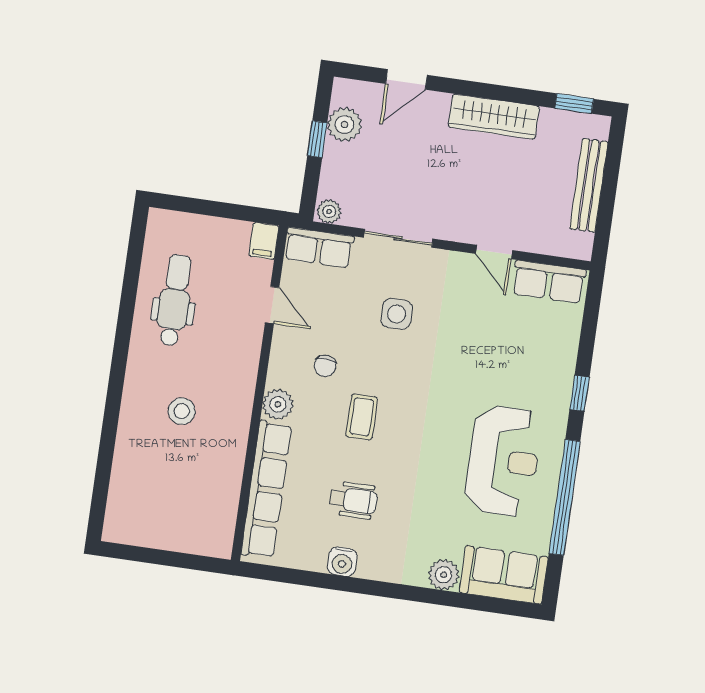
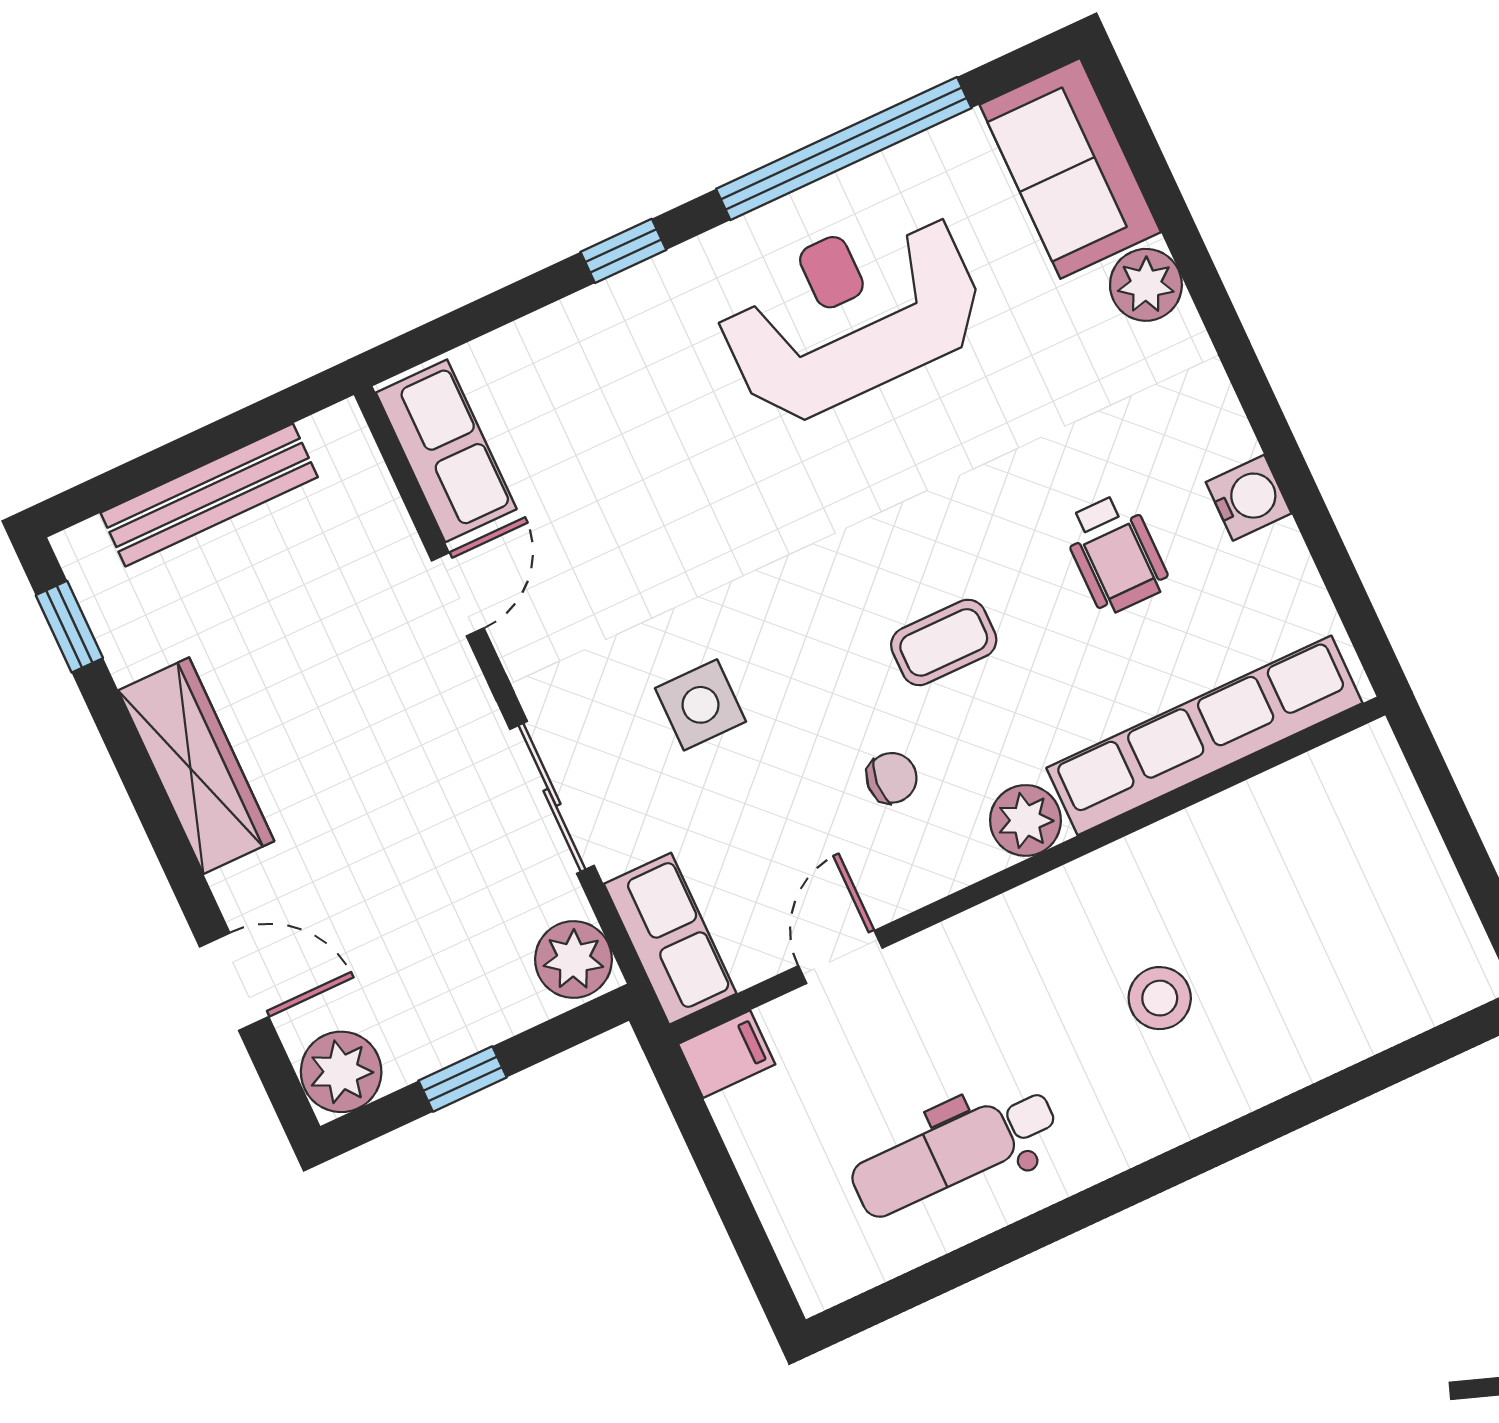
plant: (344, 125) -> (341, 1072), moved
plant: (329, 211) -> (573, 960), width x1.38, depth x1.38
wheelchair: (353, 500) -> (1115, 554), turned 180

